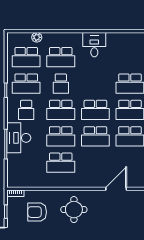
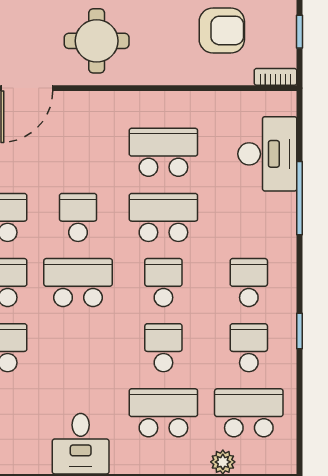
school desk: (26, 84) -> (249, 348), width x0.54
school desk: (61, 110) -> (163, 283), width x0.54
school desk: (95, 136) -> (78, 217), width x0.54
desk: (19, 138) -> (267, 154), moved
round table: (74, 210) -> (97, 41), moved

